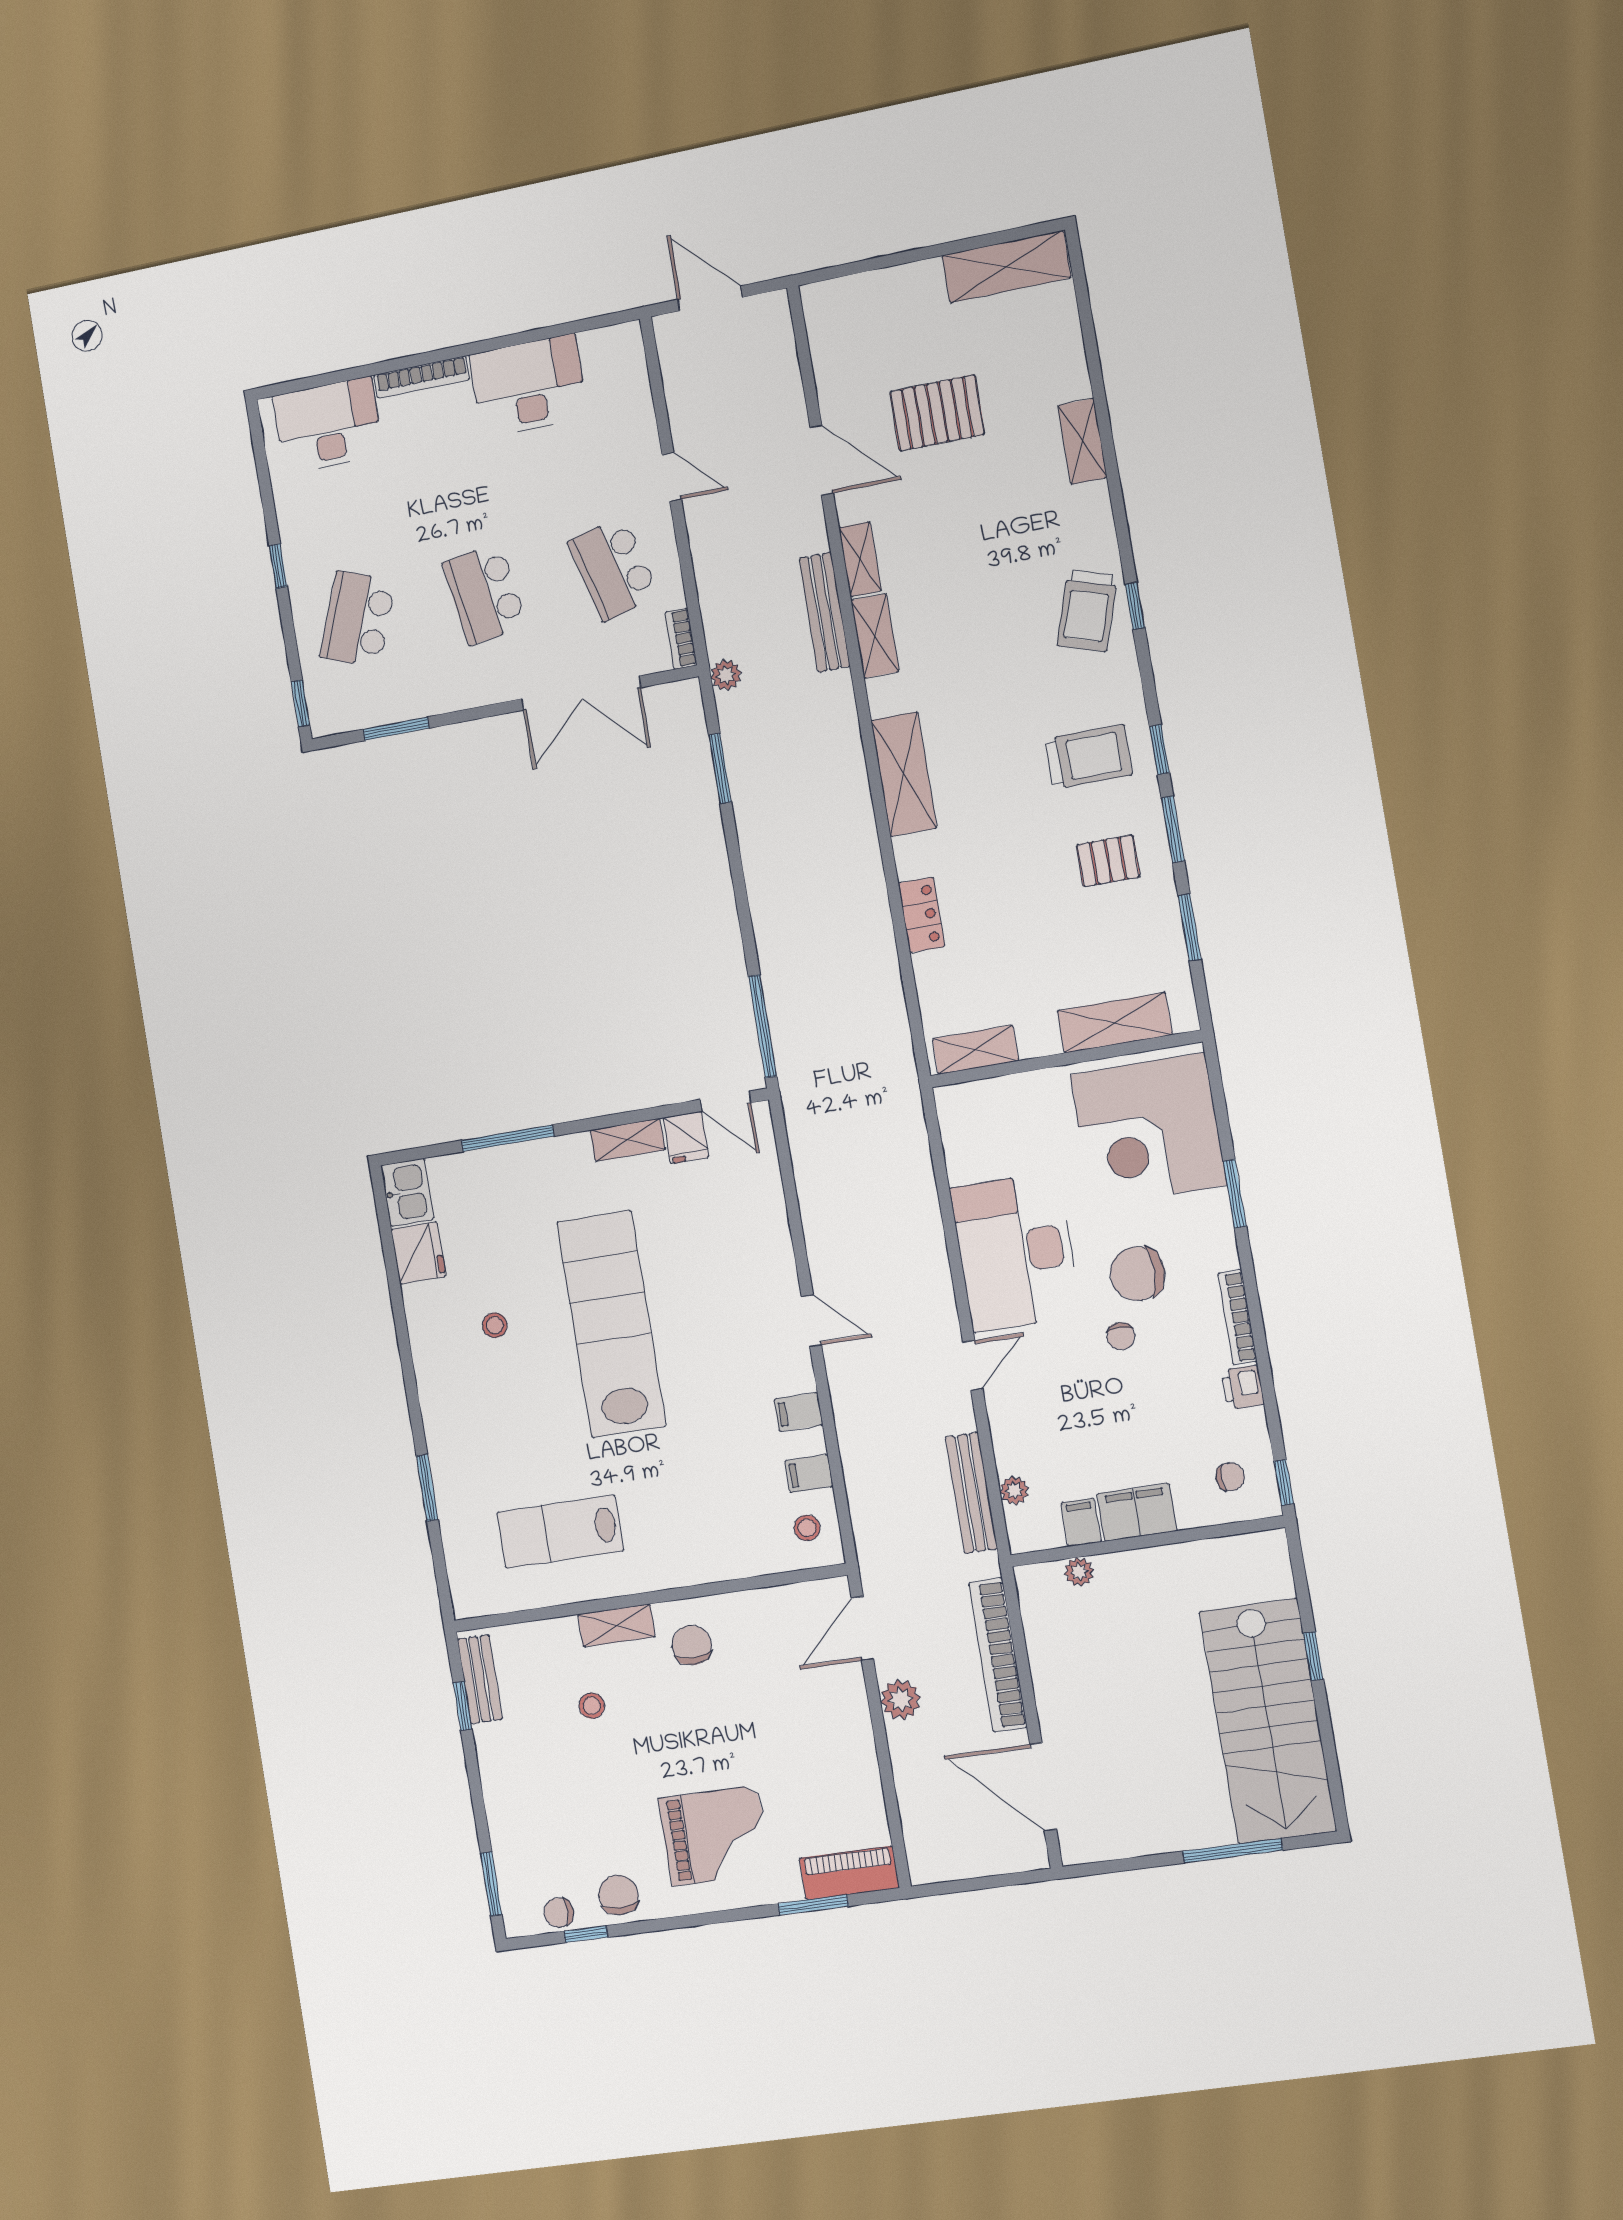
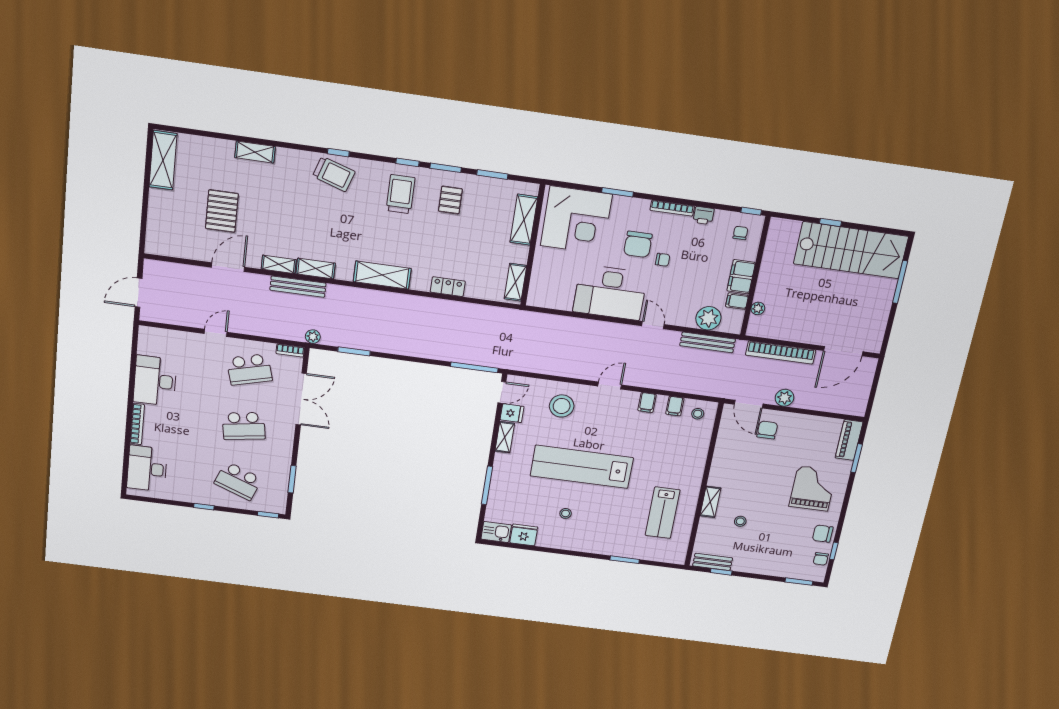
stool: (734, 1236) -> (562, 406), added
plant: (1014, 1490) -> (708, 318), width x1.87, depth x1.87
chair: (692, 1645) -> (767, 430), moved, turned 90

